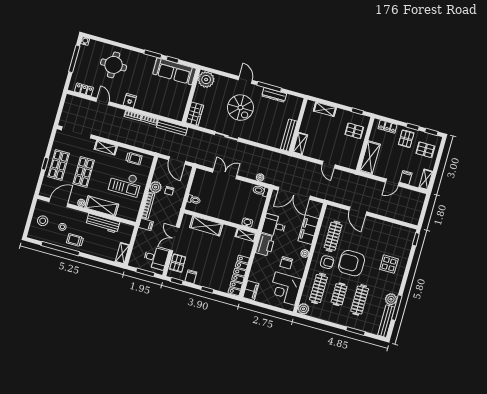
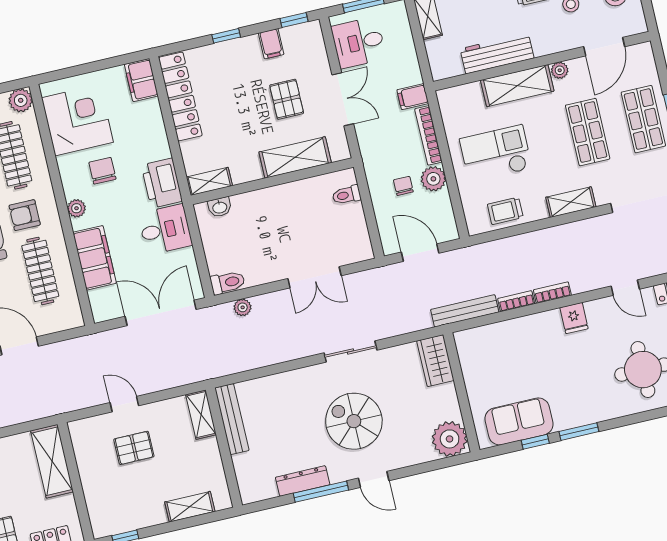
sofa: (174, 71) -> (519, 421), width x0.73
pallet: (354, 131) -> (134, 448), moved
pallet: (178, 263) -> (287, 99), moved

